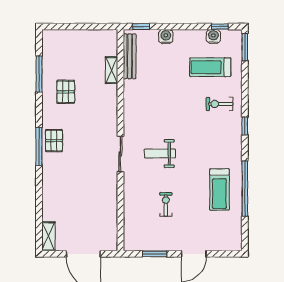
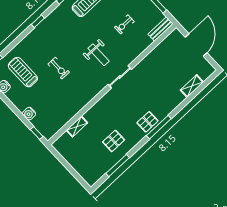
bench: (130, 56) -> (161, 29), moved, width x0.73
treadmill: (210, 67) -> (23, 72), turned 180
exercise bike: (220, 104) -> (59, 68), moved
shelving: (48, 236) -> (192, 86), moved

